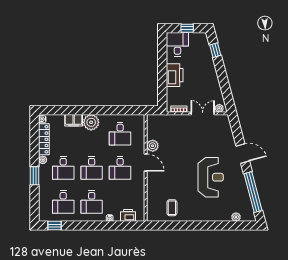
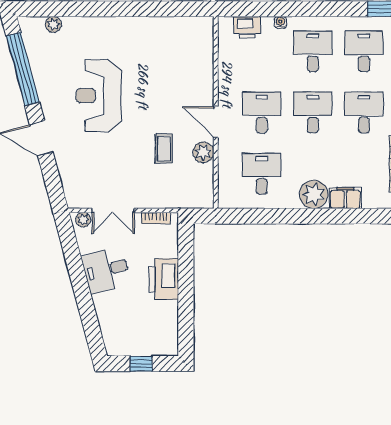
desk: (177, 44) -> (106, 270), moved, turned 75
window: (215, 50) -> (91, 324), removed
coffee table: (172, 208) -> (164, 148), moved

